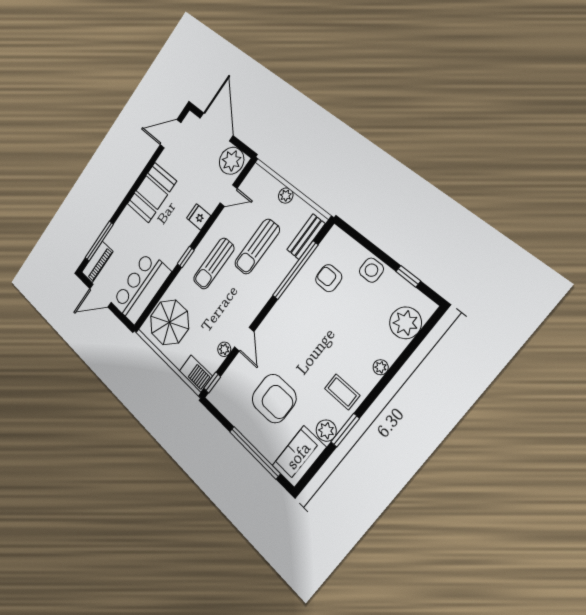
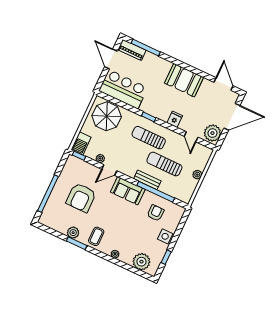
bench: (306, 237) -> (147, 180), moved
sofa: (299, 456) -> (128, 191), moved, turned 180

